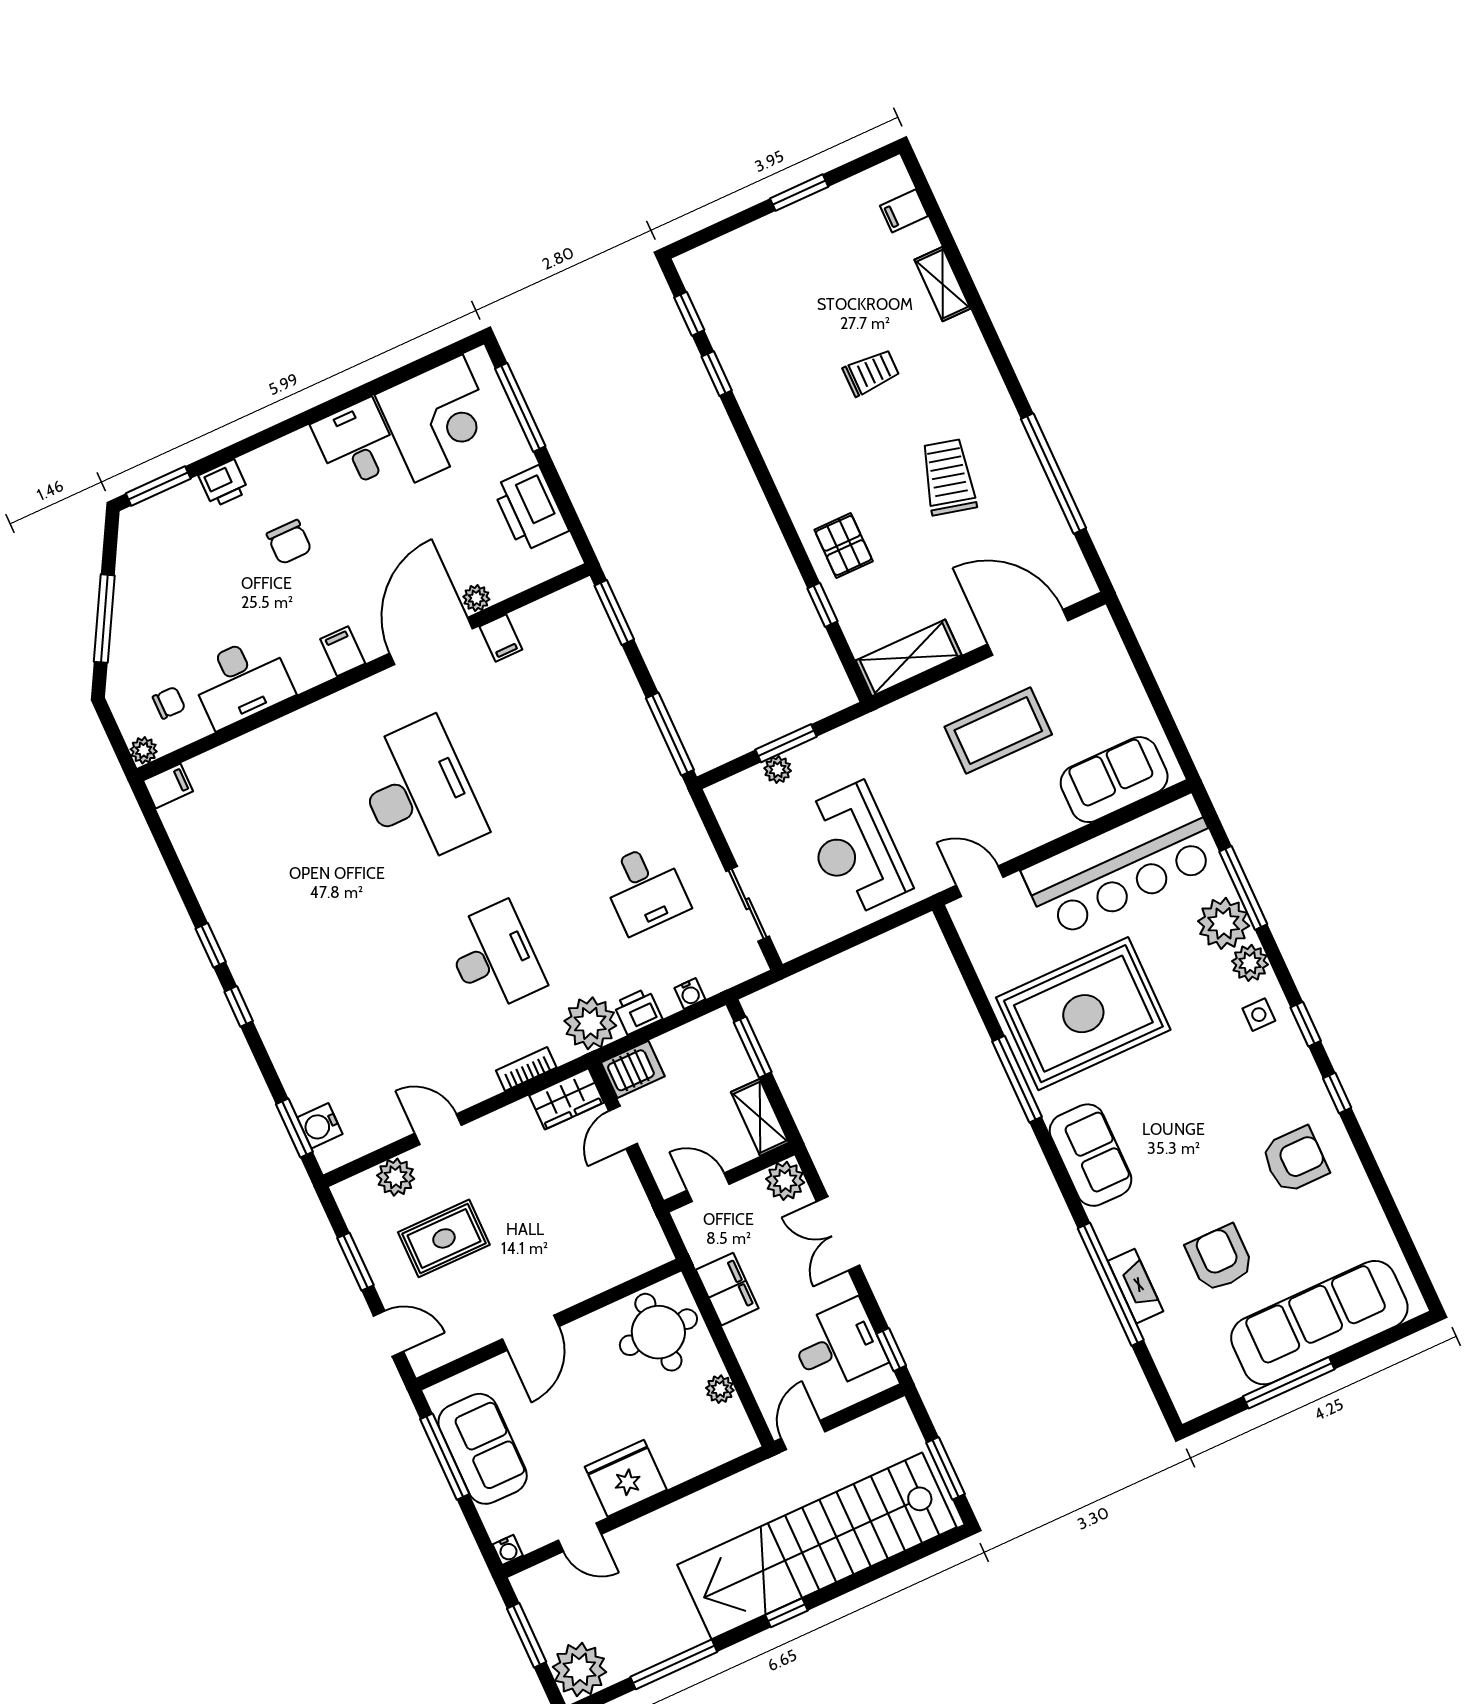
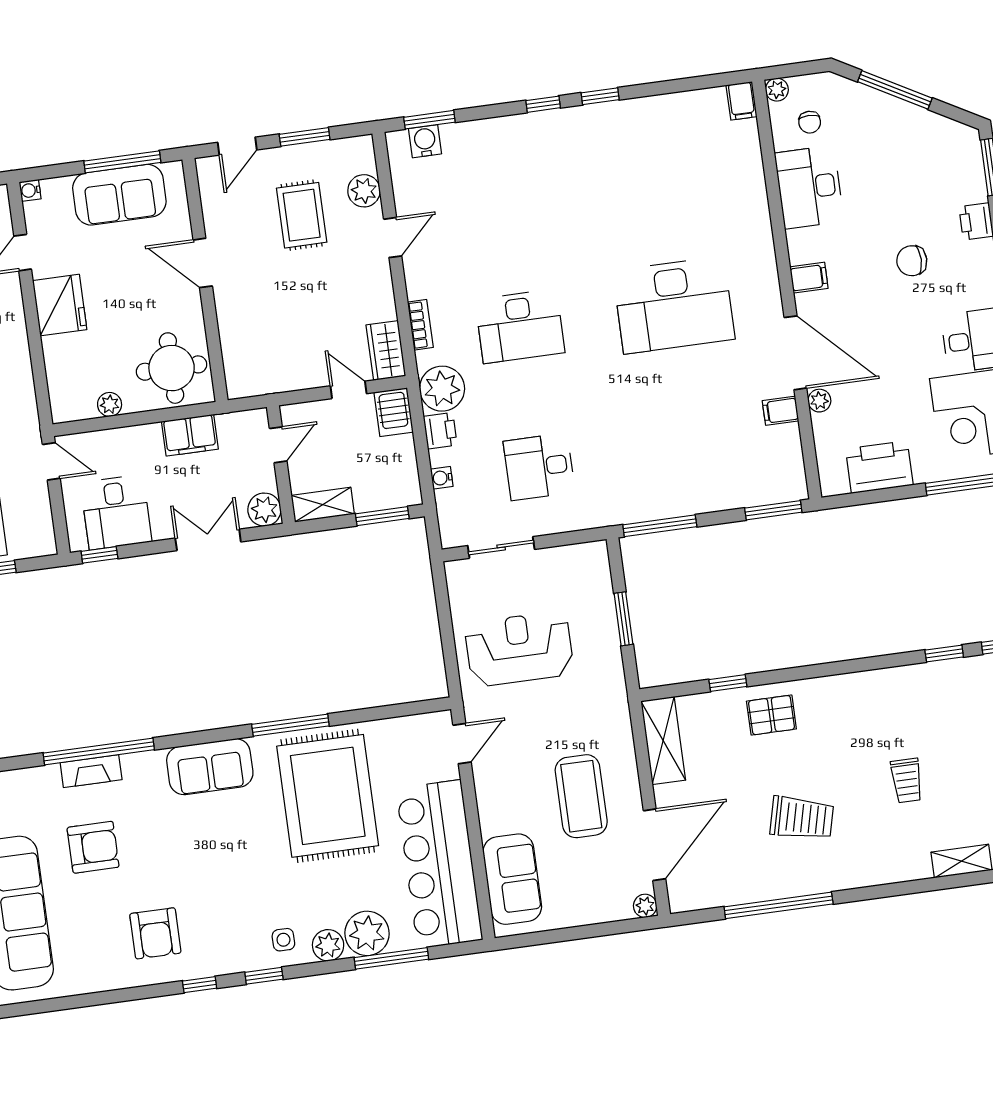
plant: (778, 770) -> (645, 906), moved

